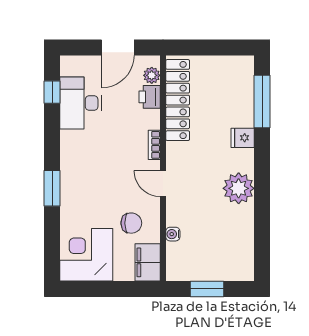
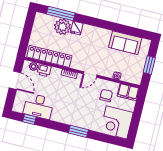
plant: (239, 188) -> (62, 27), moved
sofa: (238, 234) -> (125, 43), added

